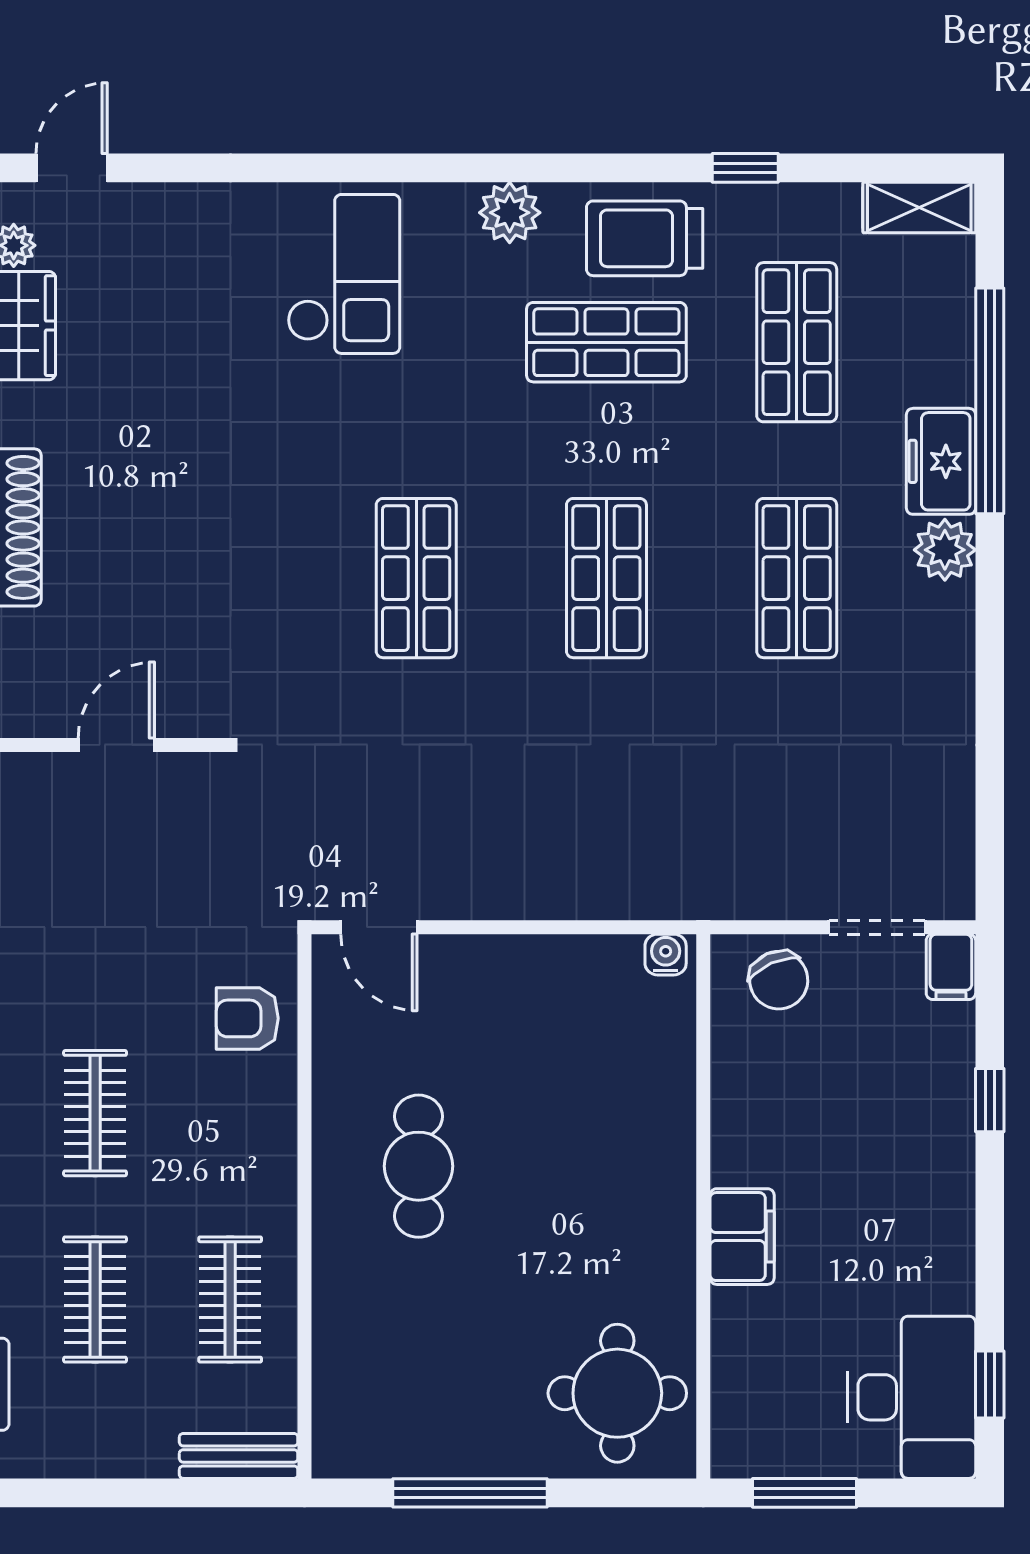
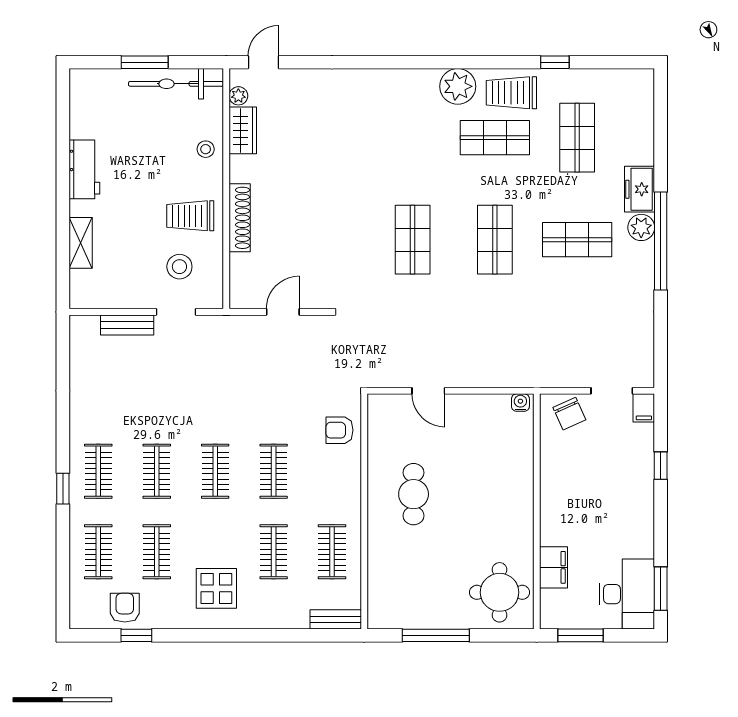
shelving: (919, 208) -> (630, 79), removed
plant: (510, 213) -> (458, 86), width x1.36, depth x1.36
checkout: (344, 274) -> (381, 108), removed
window: (990, 401) -> (661, 241), moved
shop shelf: (797, 578) -> (577, 240), turned 90
door: (379, 927) -> (428, 391), moved
filing cabinet: (742, 1237) -> (554, 567), moved
window: (990, 1385) -> (661, 589), width x1.50

